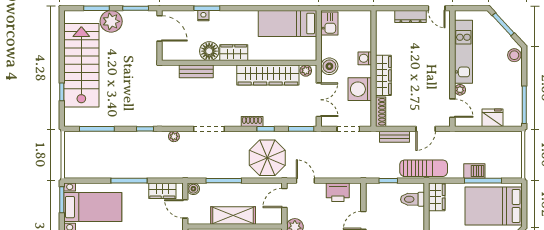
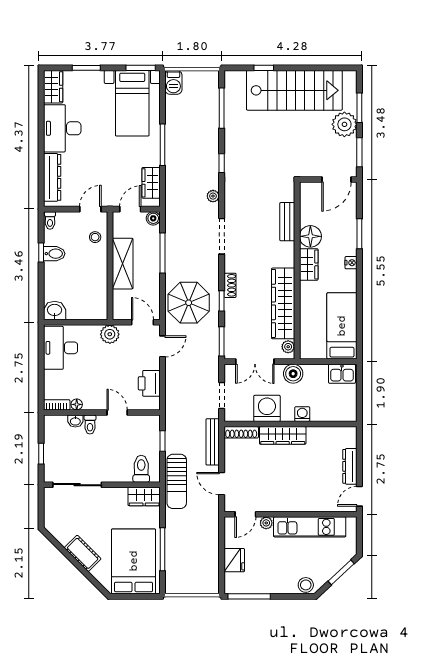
nightstand: (203, 16) -> (351, 263), moved
bench: (394, 137) -> (213, 442), width x1.36
barbecue: (474, 171) -> (173, 82), moved

